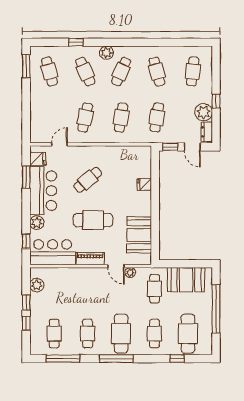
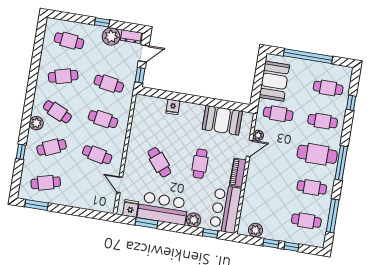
cafe table: (93, 220) -> (200, 164), width x0.73, depth x0.74
cafe table: (188, 334) -> (328, 88), width x0.73, depth x0.74

